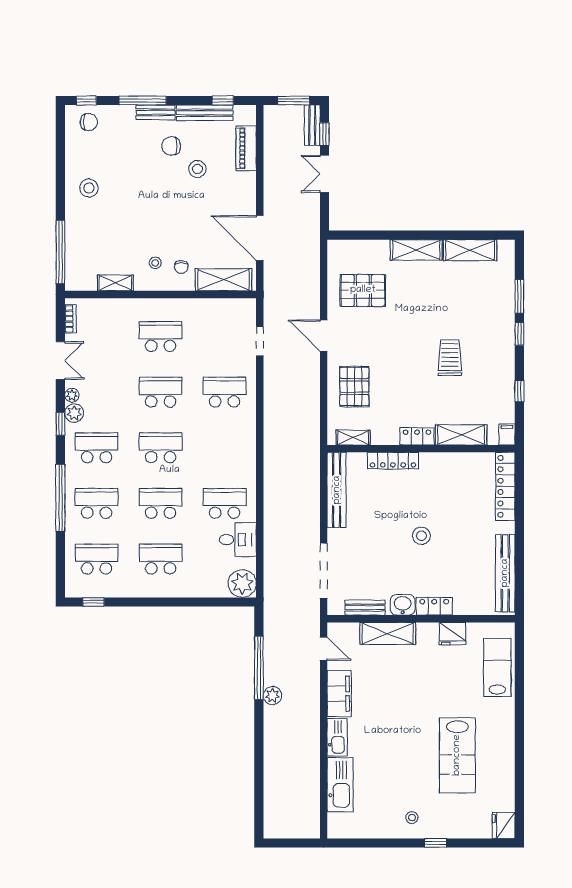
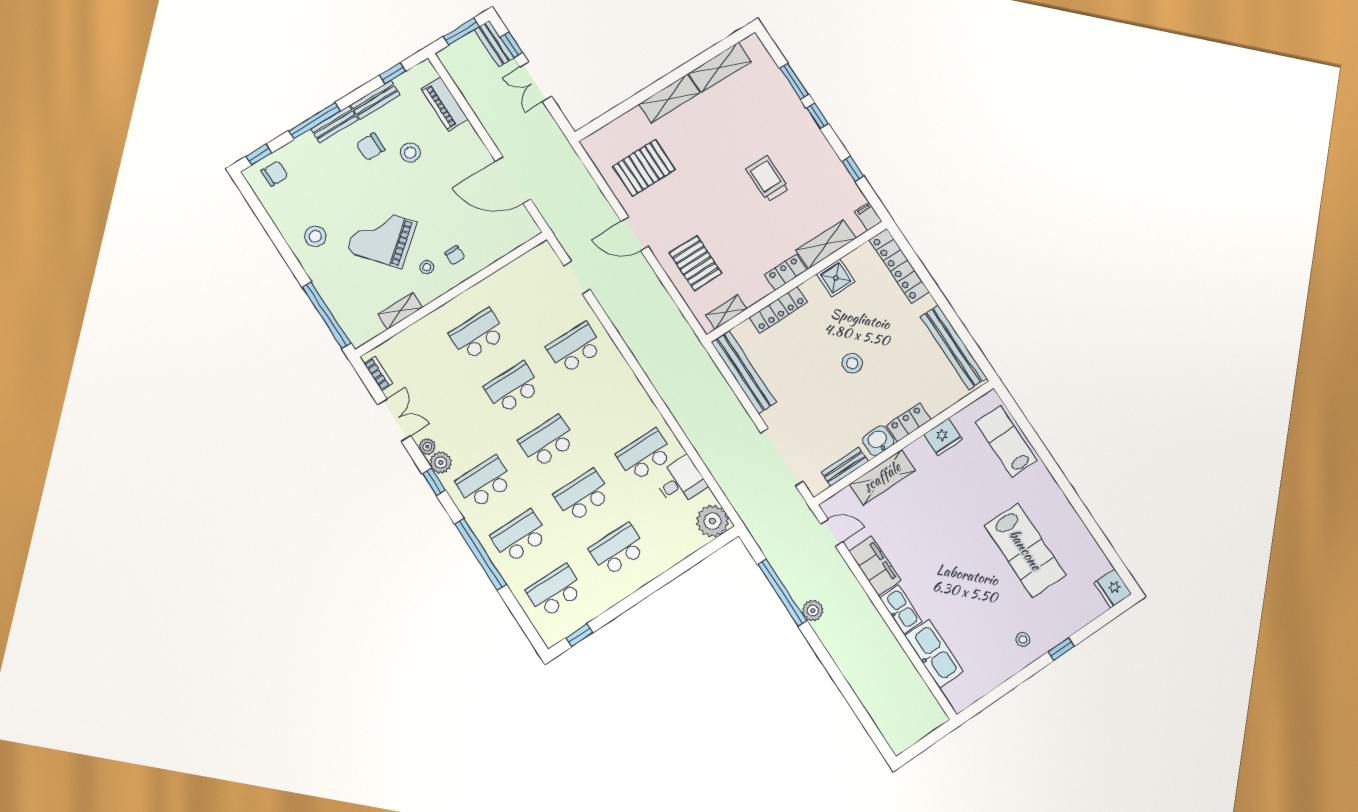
bench: (205, 113) -> (375, 100), width x0.73
grand piano: (137, 219) -> (382, 237), added
shelving: (223, 280) -> (504, 242), removed
shower: (452, 465) -> (836, 278), added

